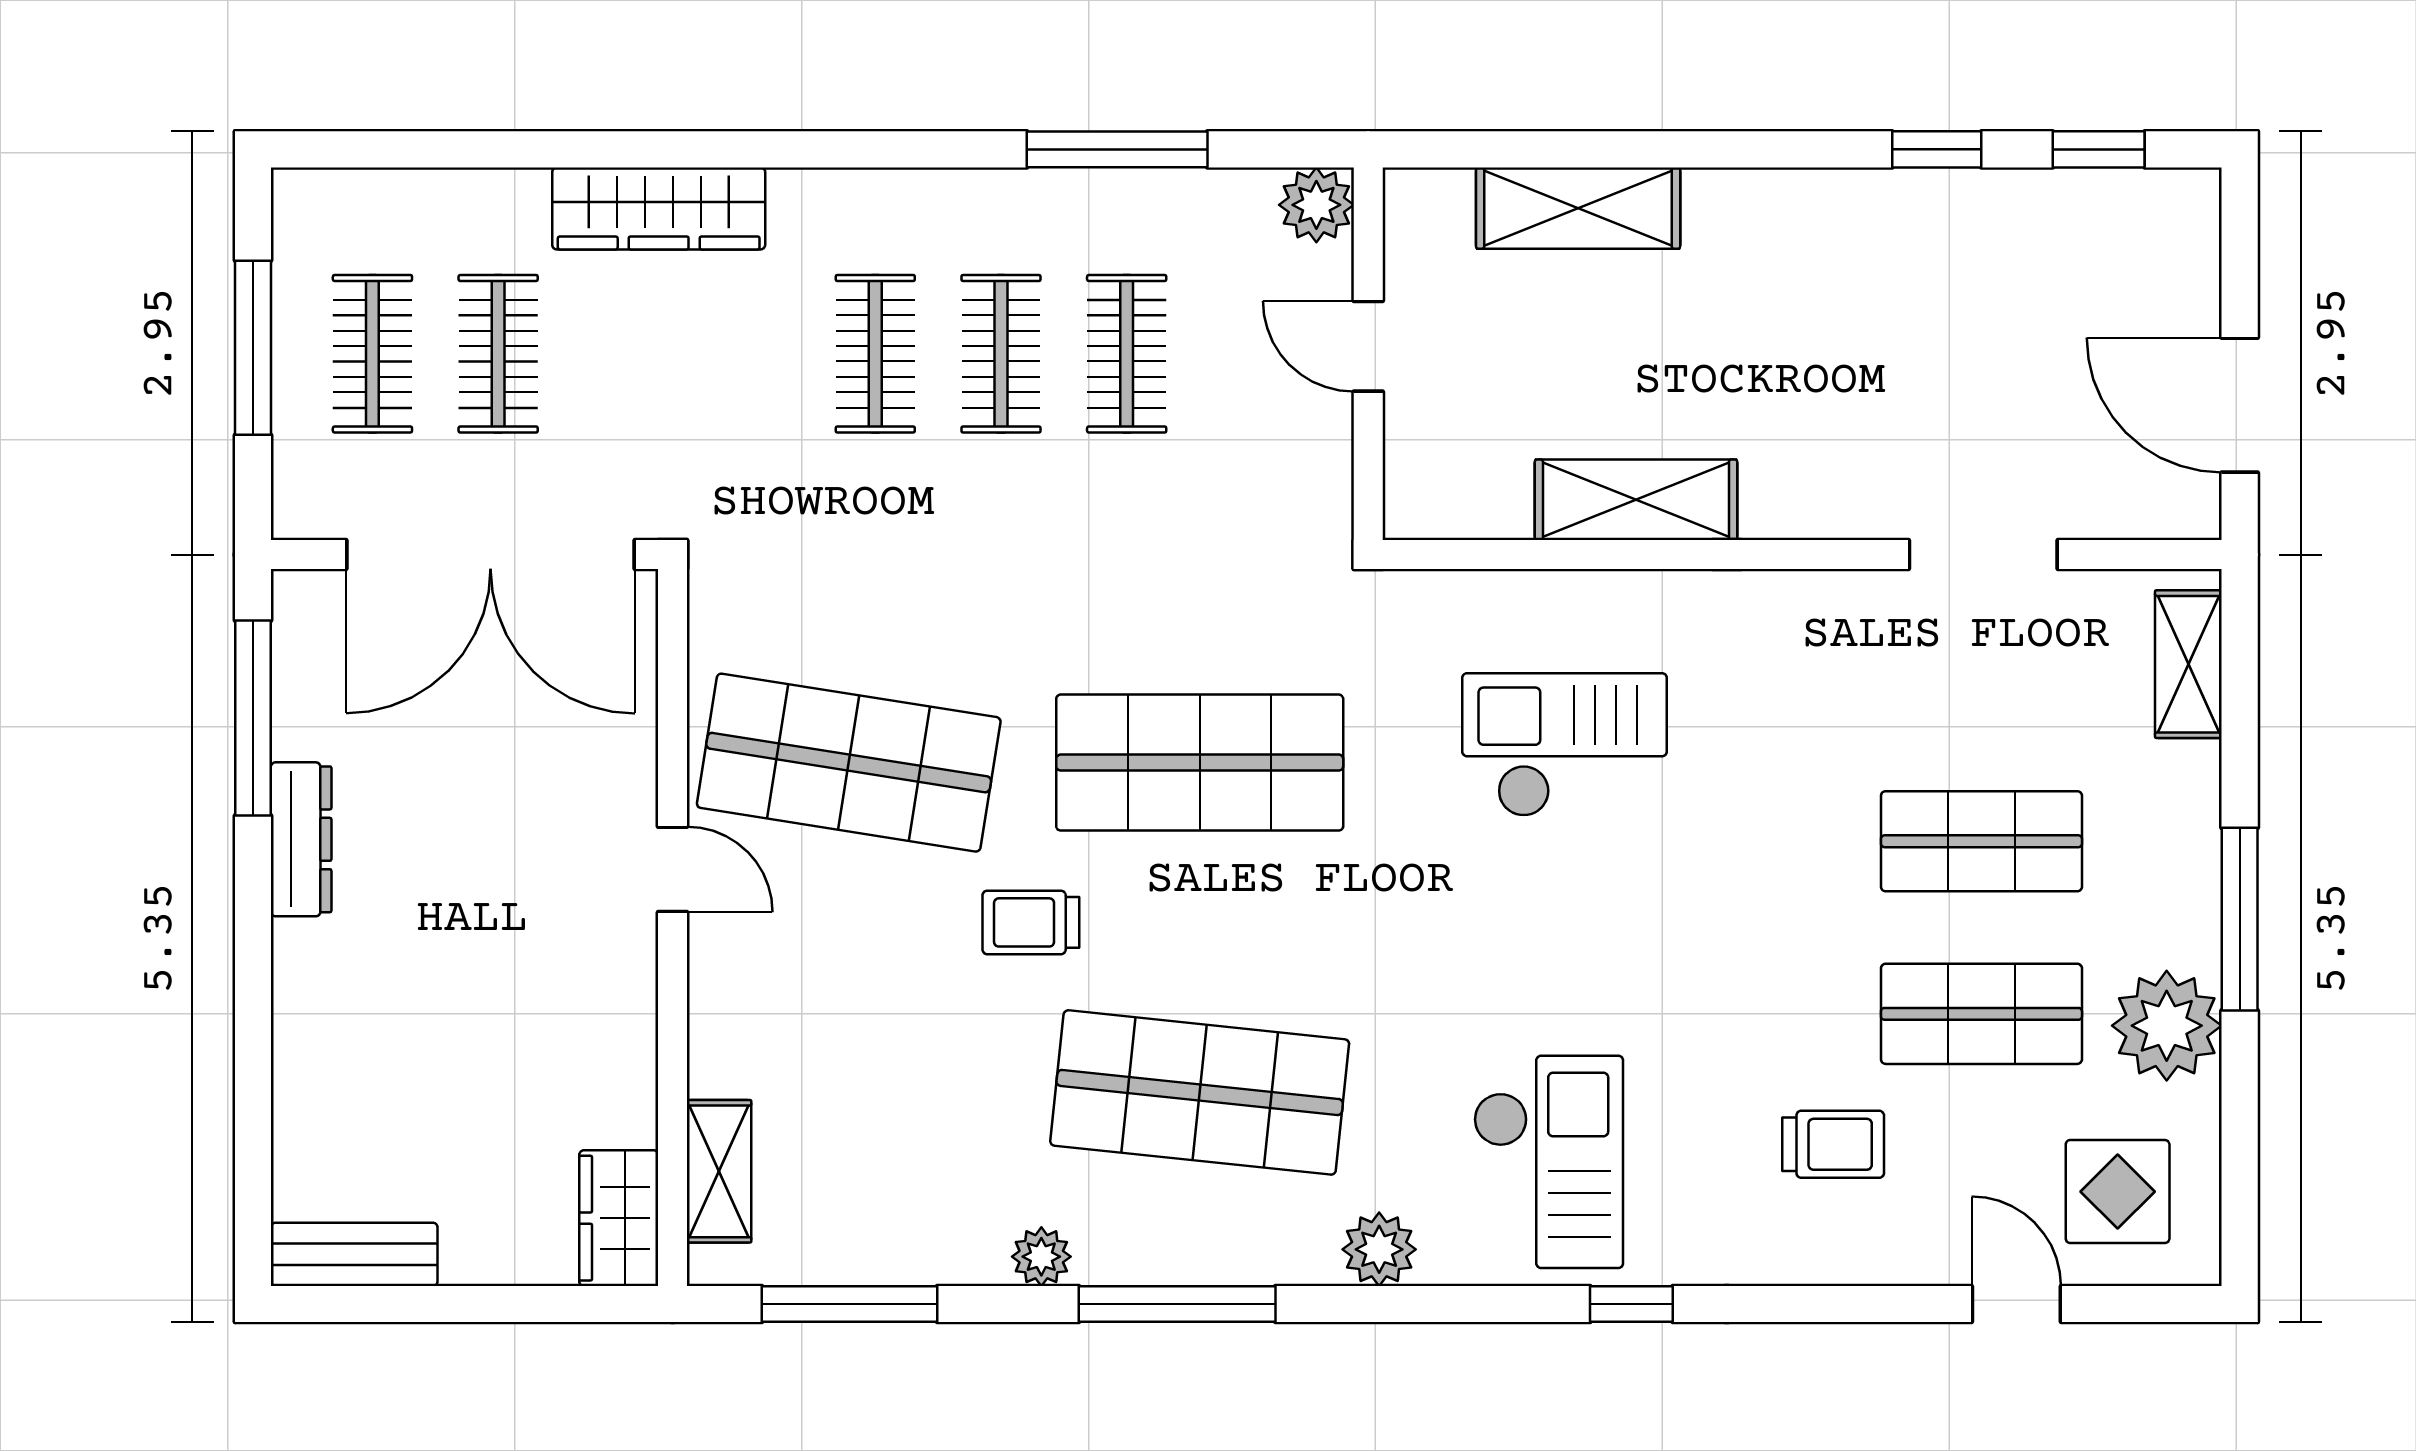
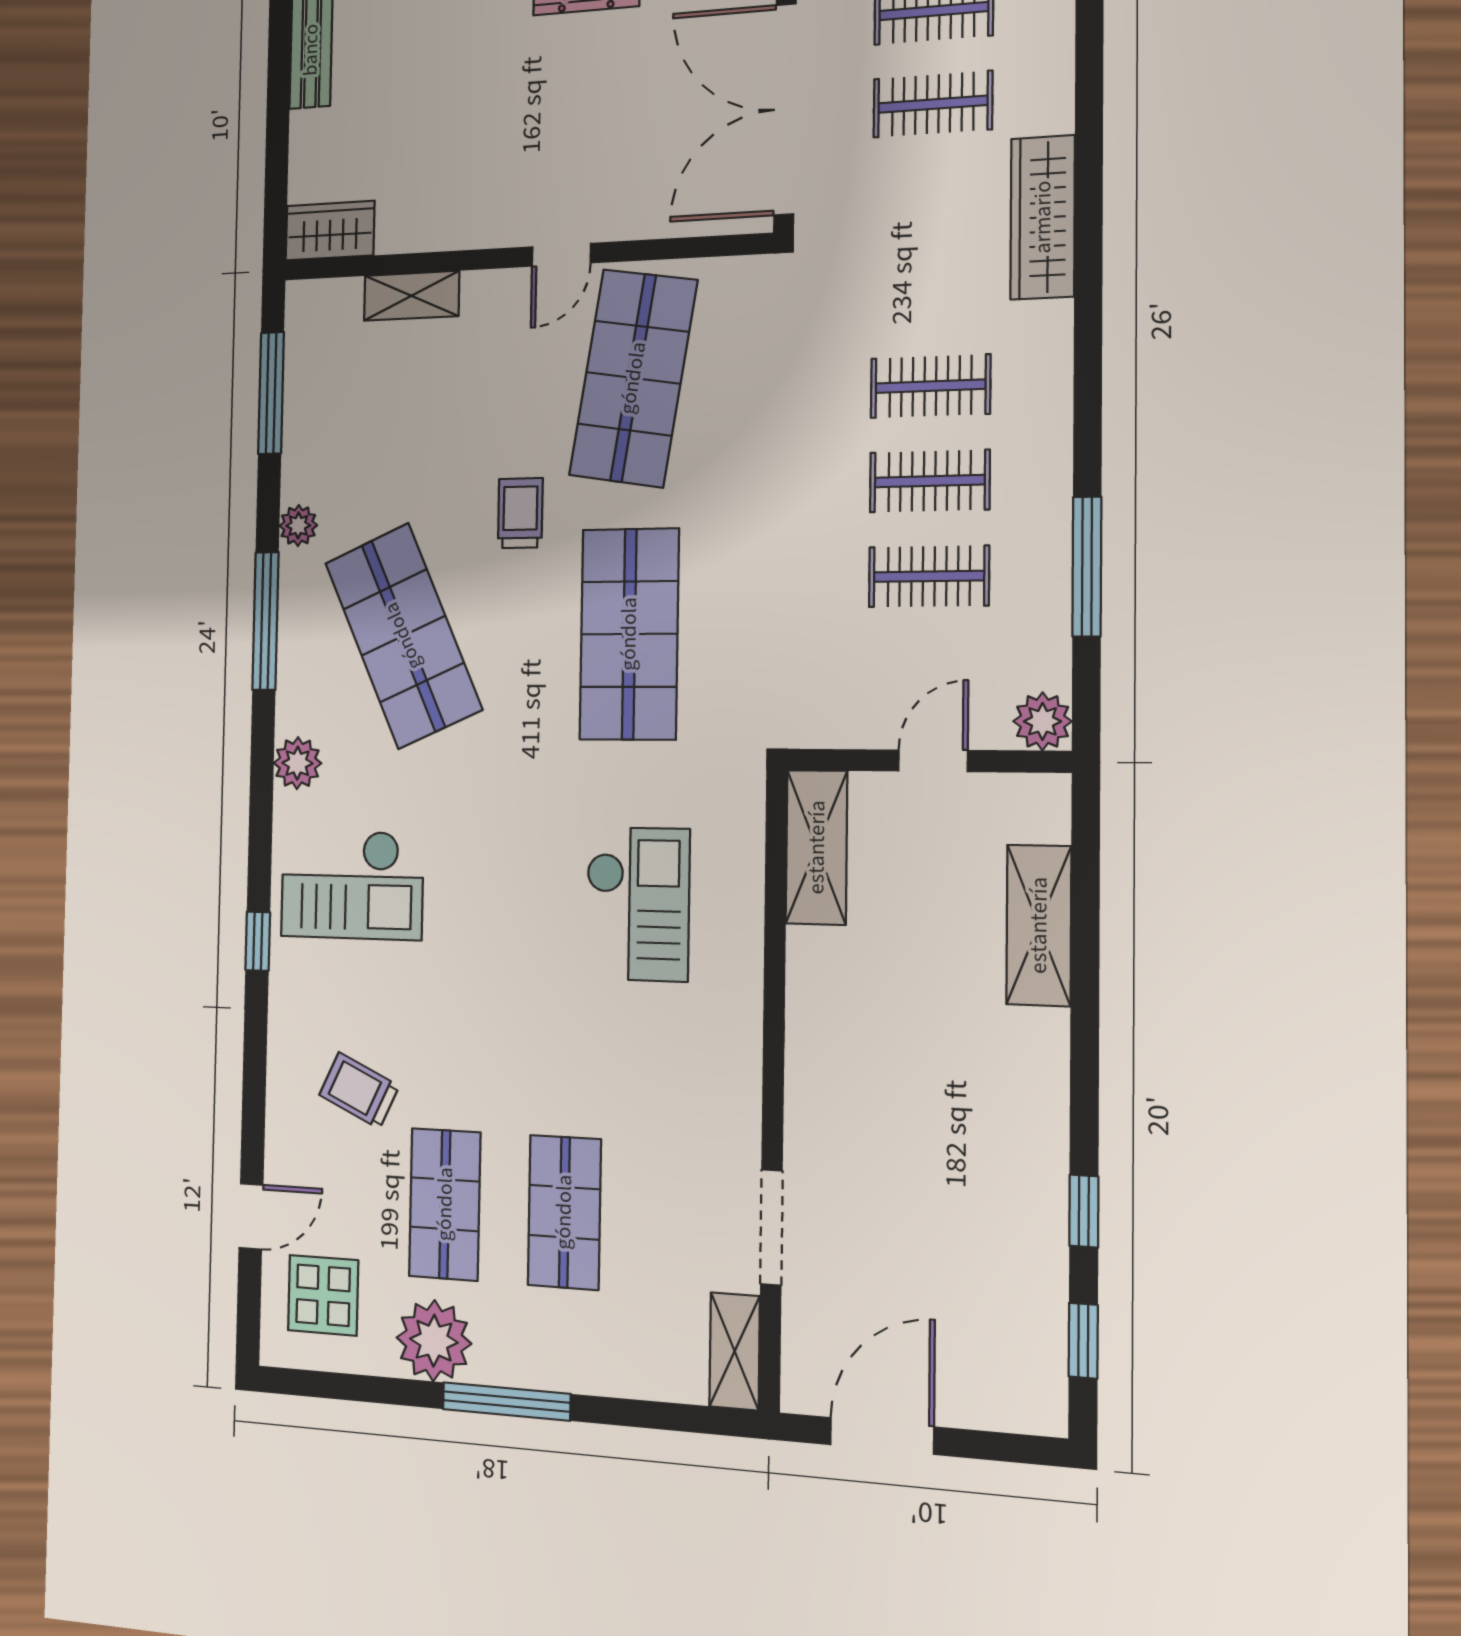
shelving: (1636, 500) -> (817, 847), moved
shelving: (2188, 664) -> (735, 1351), moved, turned 90
shop shelf: (1200, 1092) -> (403, 636), turned -30
trolley: (1833, 1144) -> (359, 1090), turned 115
shelving: (719, 1171) -> (412, 296), moved

